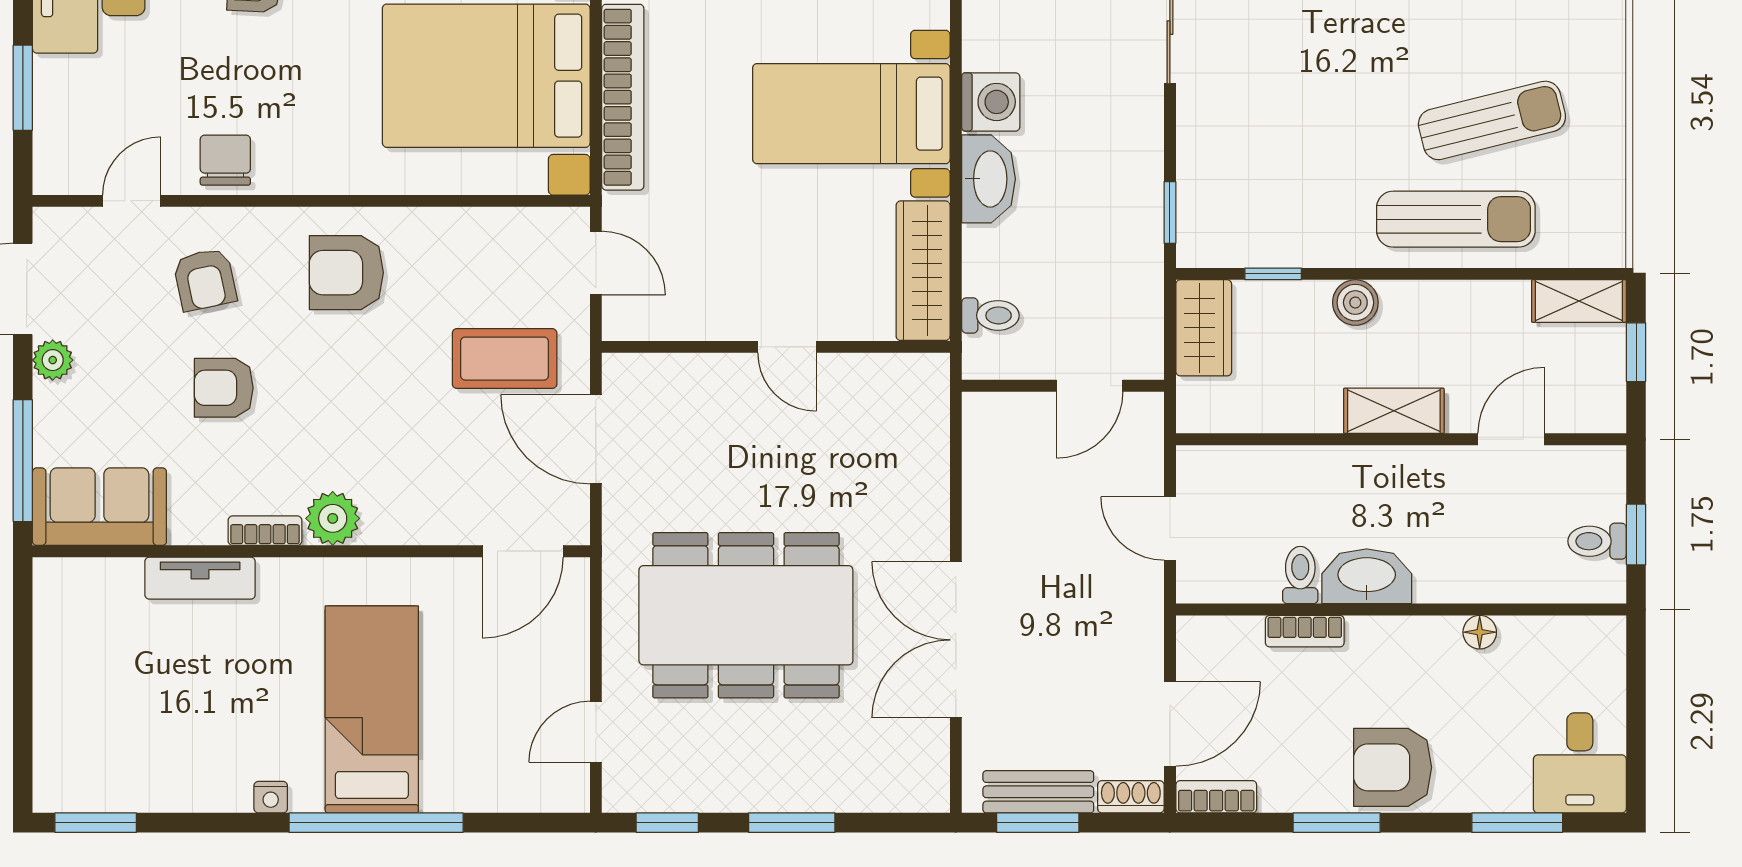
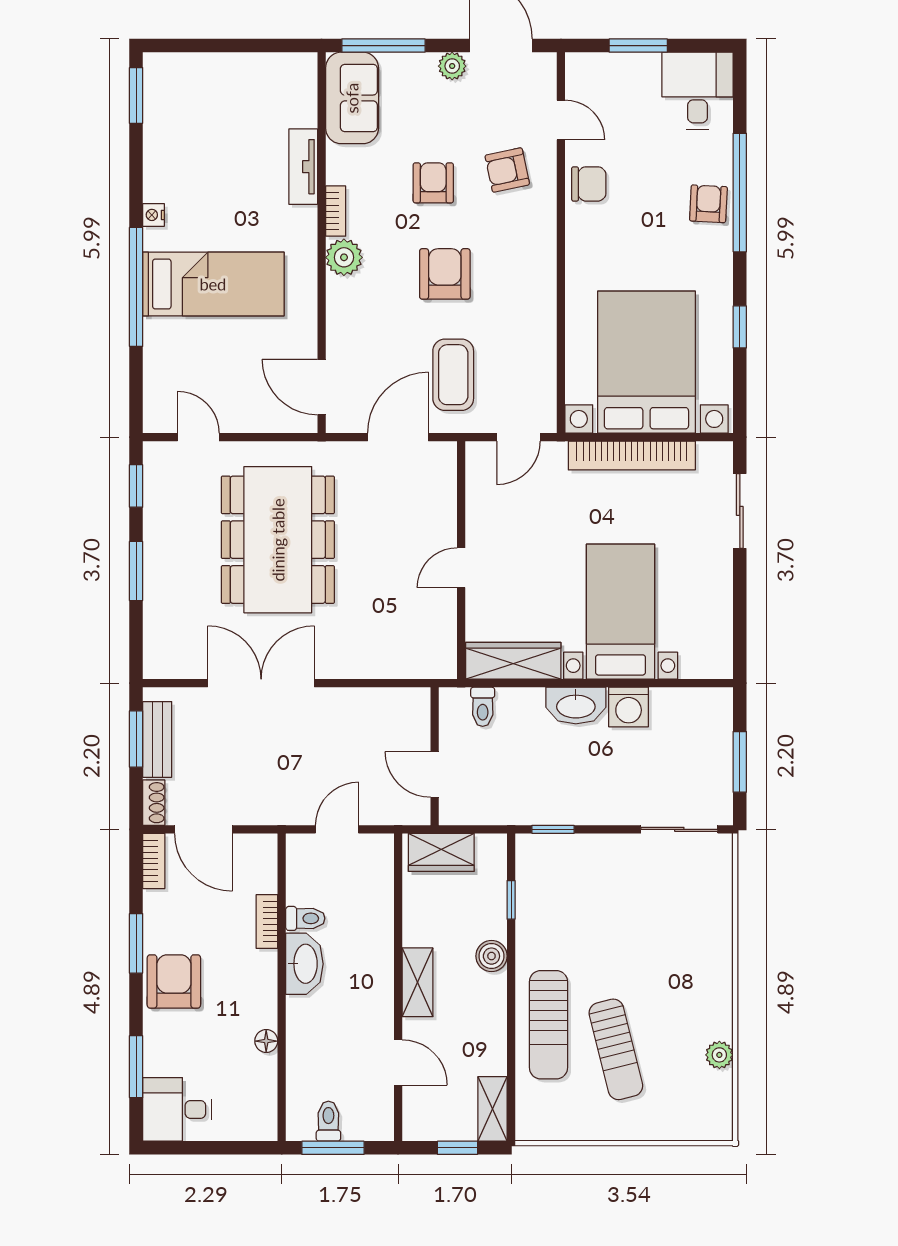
armchair: (346, 273) -> (445, 274), moved
wardrobe: (1204, 328) -> (441, 852), moved
window: (1636, 535) -> (333, 1148), width x1.50

